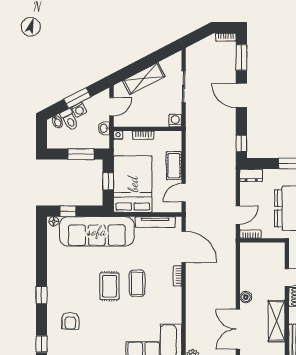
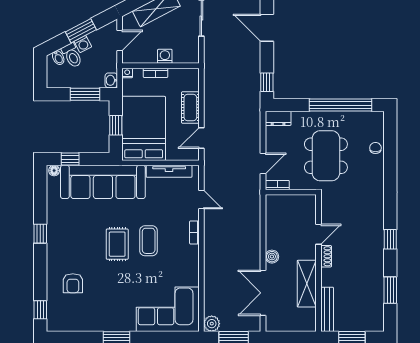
washing machine: (175, 121) -> (165, 56), moved
washbasin: (104, 128) -> (111, 80), moved
door: (184, 247) -> (201, 200), width x0.53
window: (42, 295) -> (40, 234), moved

